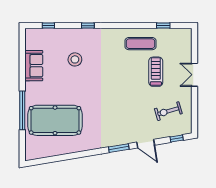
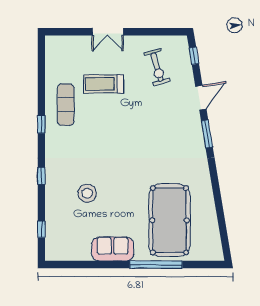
window: (163, 26) -> (41, 124), moved
sofa: (34, 66) -> (113, 249), moved

